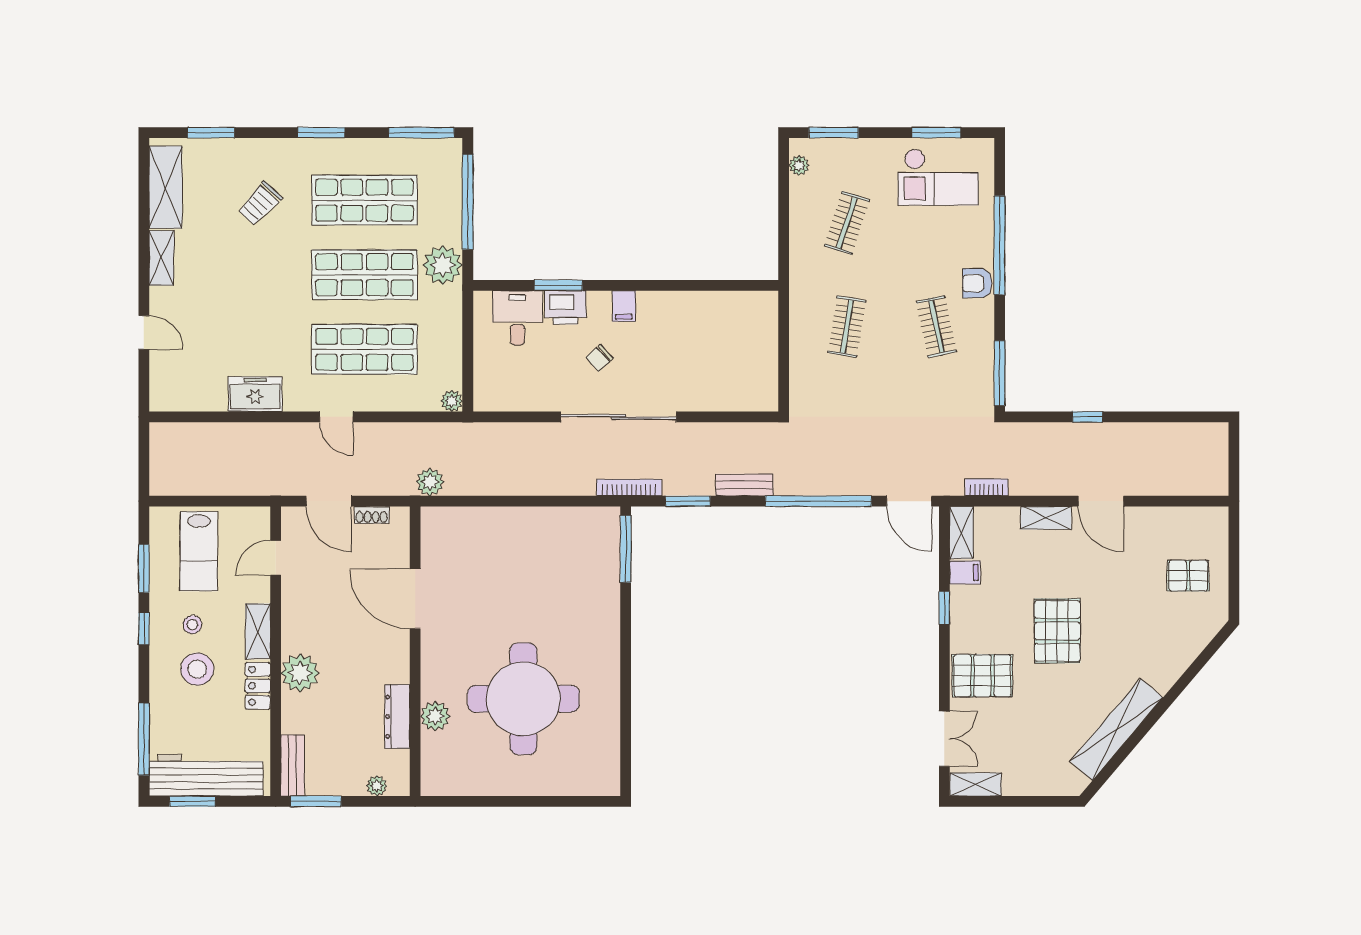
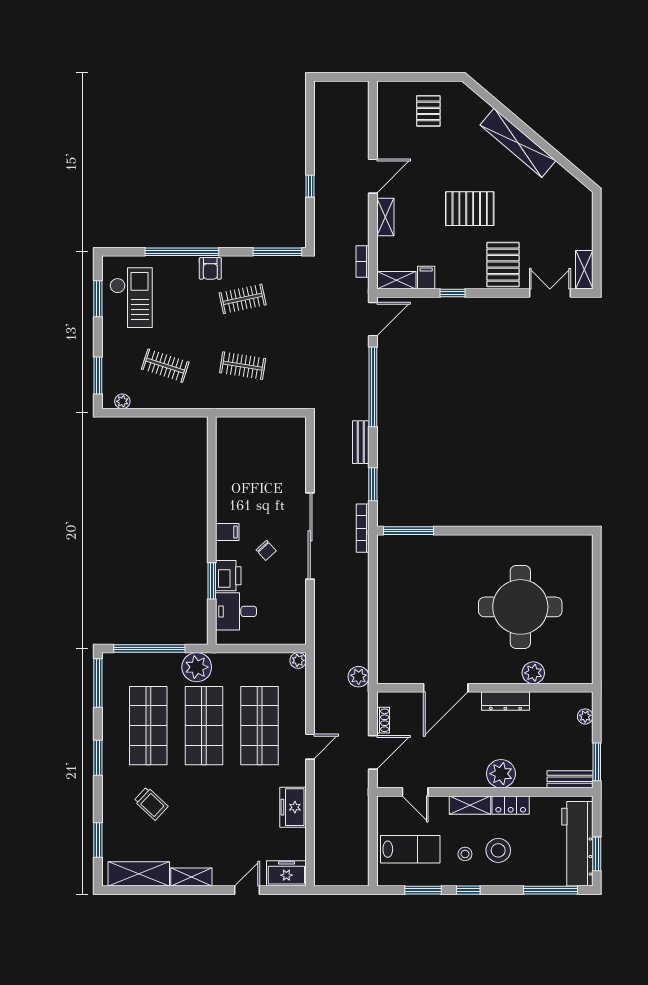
freezer: (166, 385) -> (286, 873), added
dresser: (397, 717) -> (505, 701), moved
shelving: (1117, 729) -> (518, 143), moved

